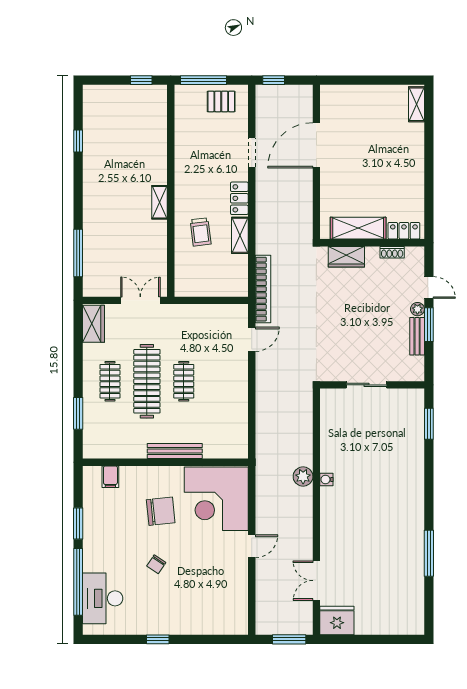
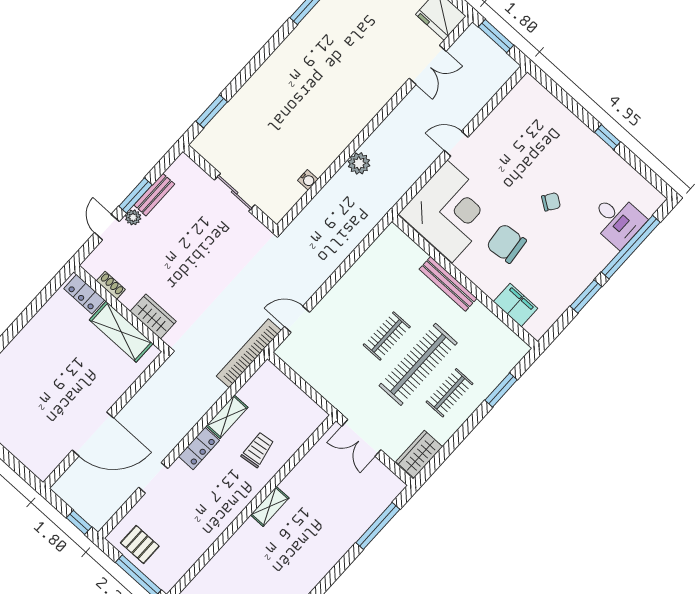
filing cabinet: (110, 477) -> (516, 305), width x2.00
water cooler: (326, 479) -> (308, 180), moved
desk: (103, 598) -> (617, 220), width x0.73

